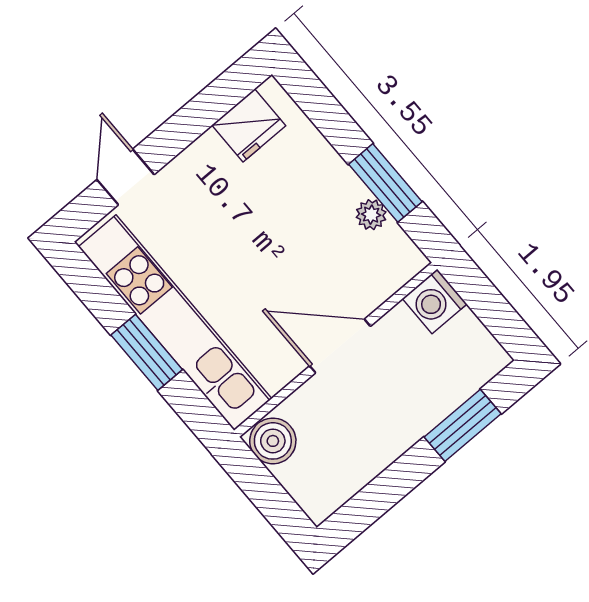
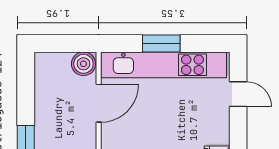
door: (340, 346) -> (99, 103), moved

